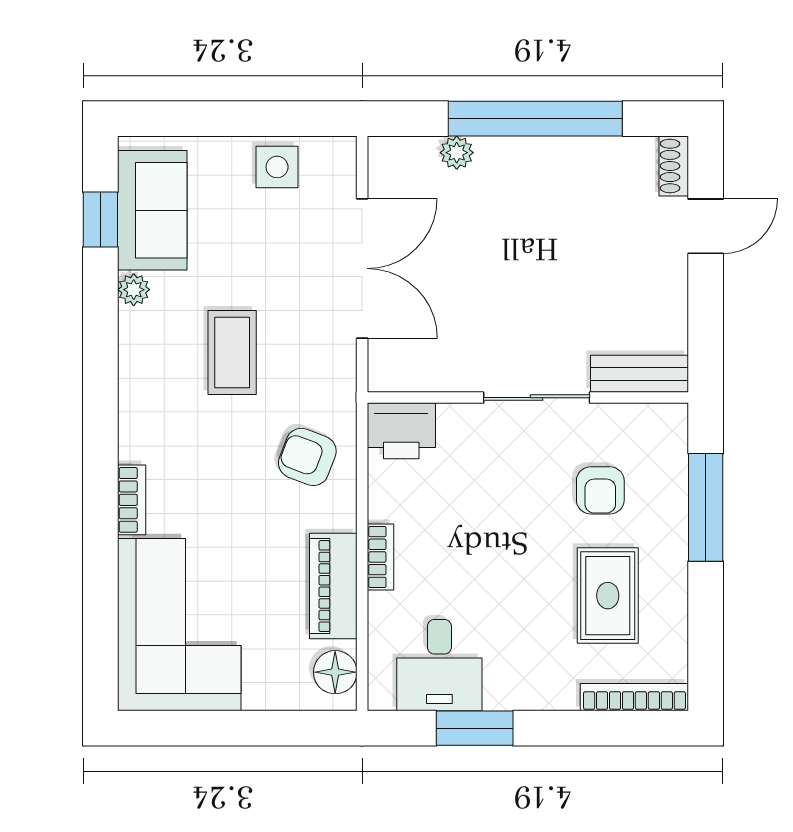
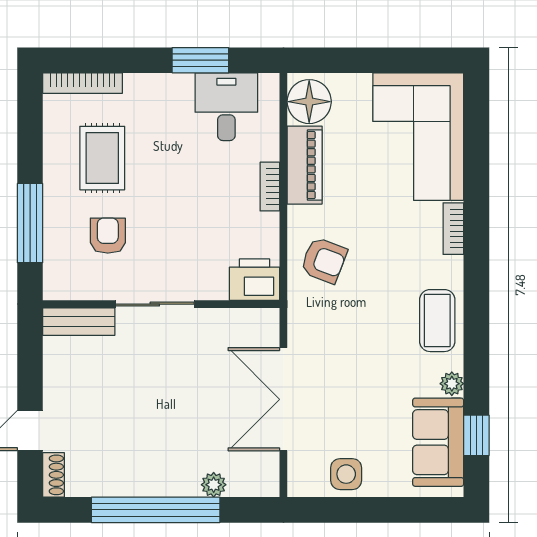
coffee table: (232, 353) -> (437, 321), moved
floor lamp: (335, 672) -> (309, 102), width x1.38, depth x1.38

